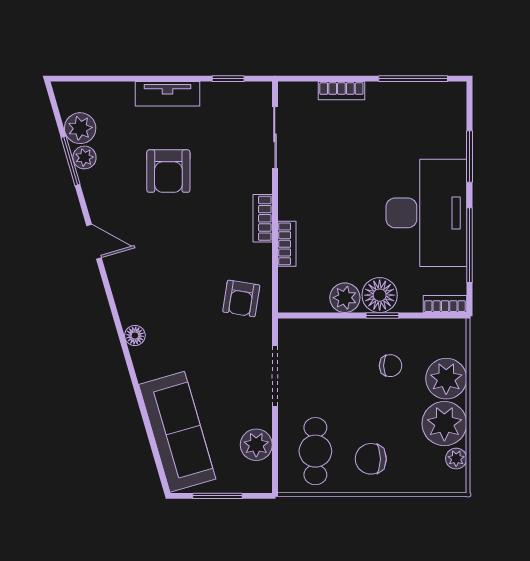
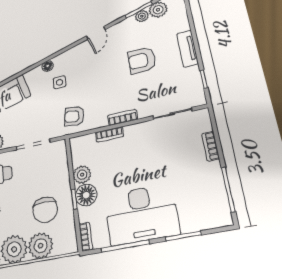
side table: (172, 317) -> (60, 82), added
chair: (391, 366) -> (45, 210), width x1.87, depth x1.87

